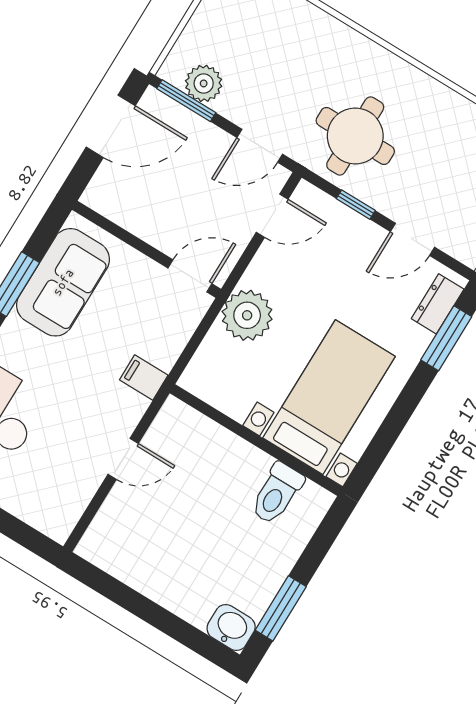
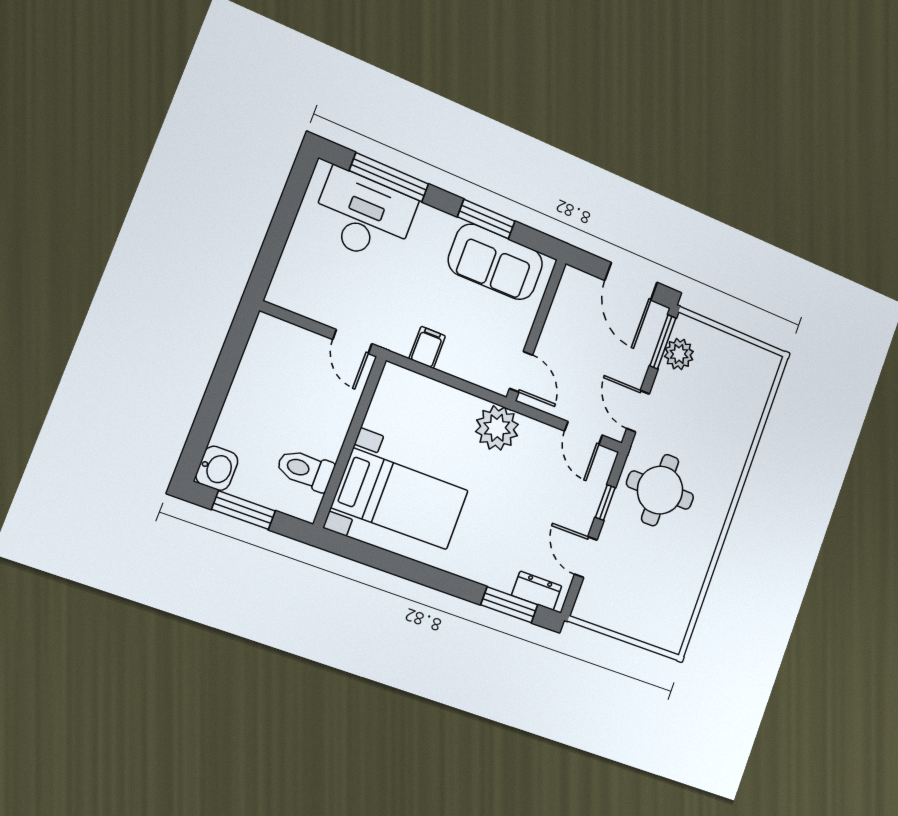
bed with nightstands: (329, 397) -> (400, 499), moved
wall: (256, 440) -> (350, 442), moved
toilet: (277, 493) -> (305, 470), moved

